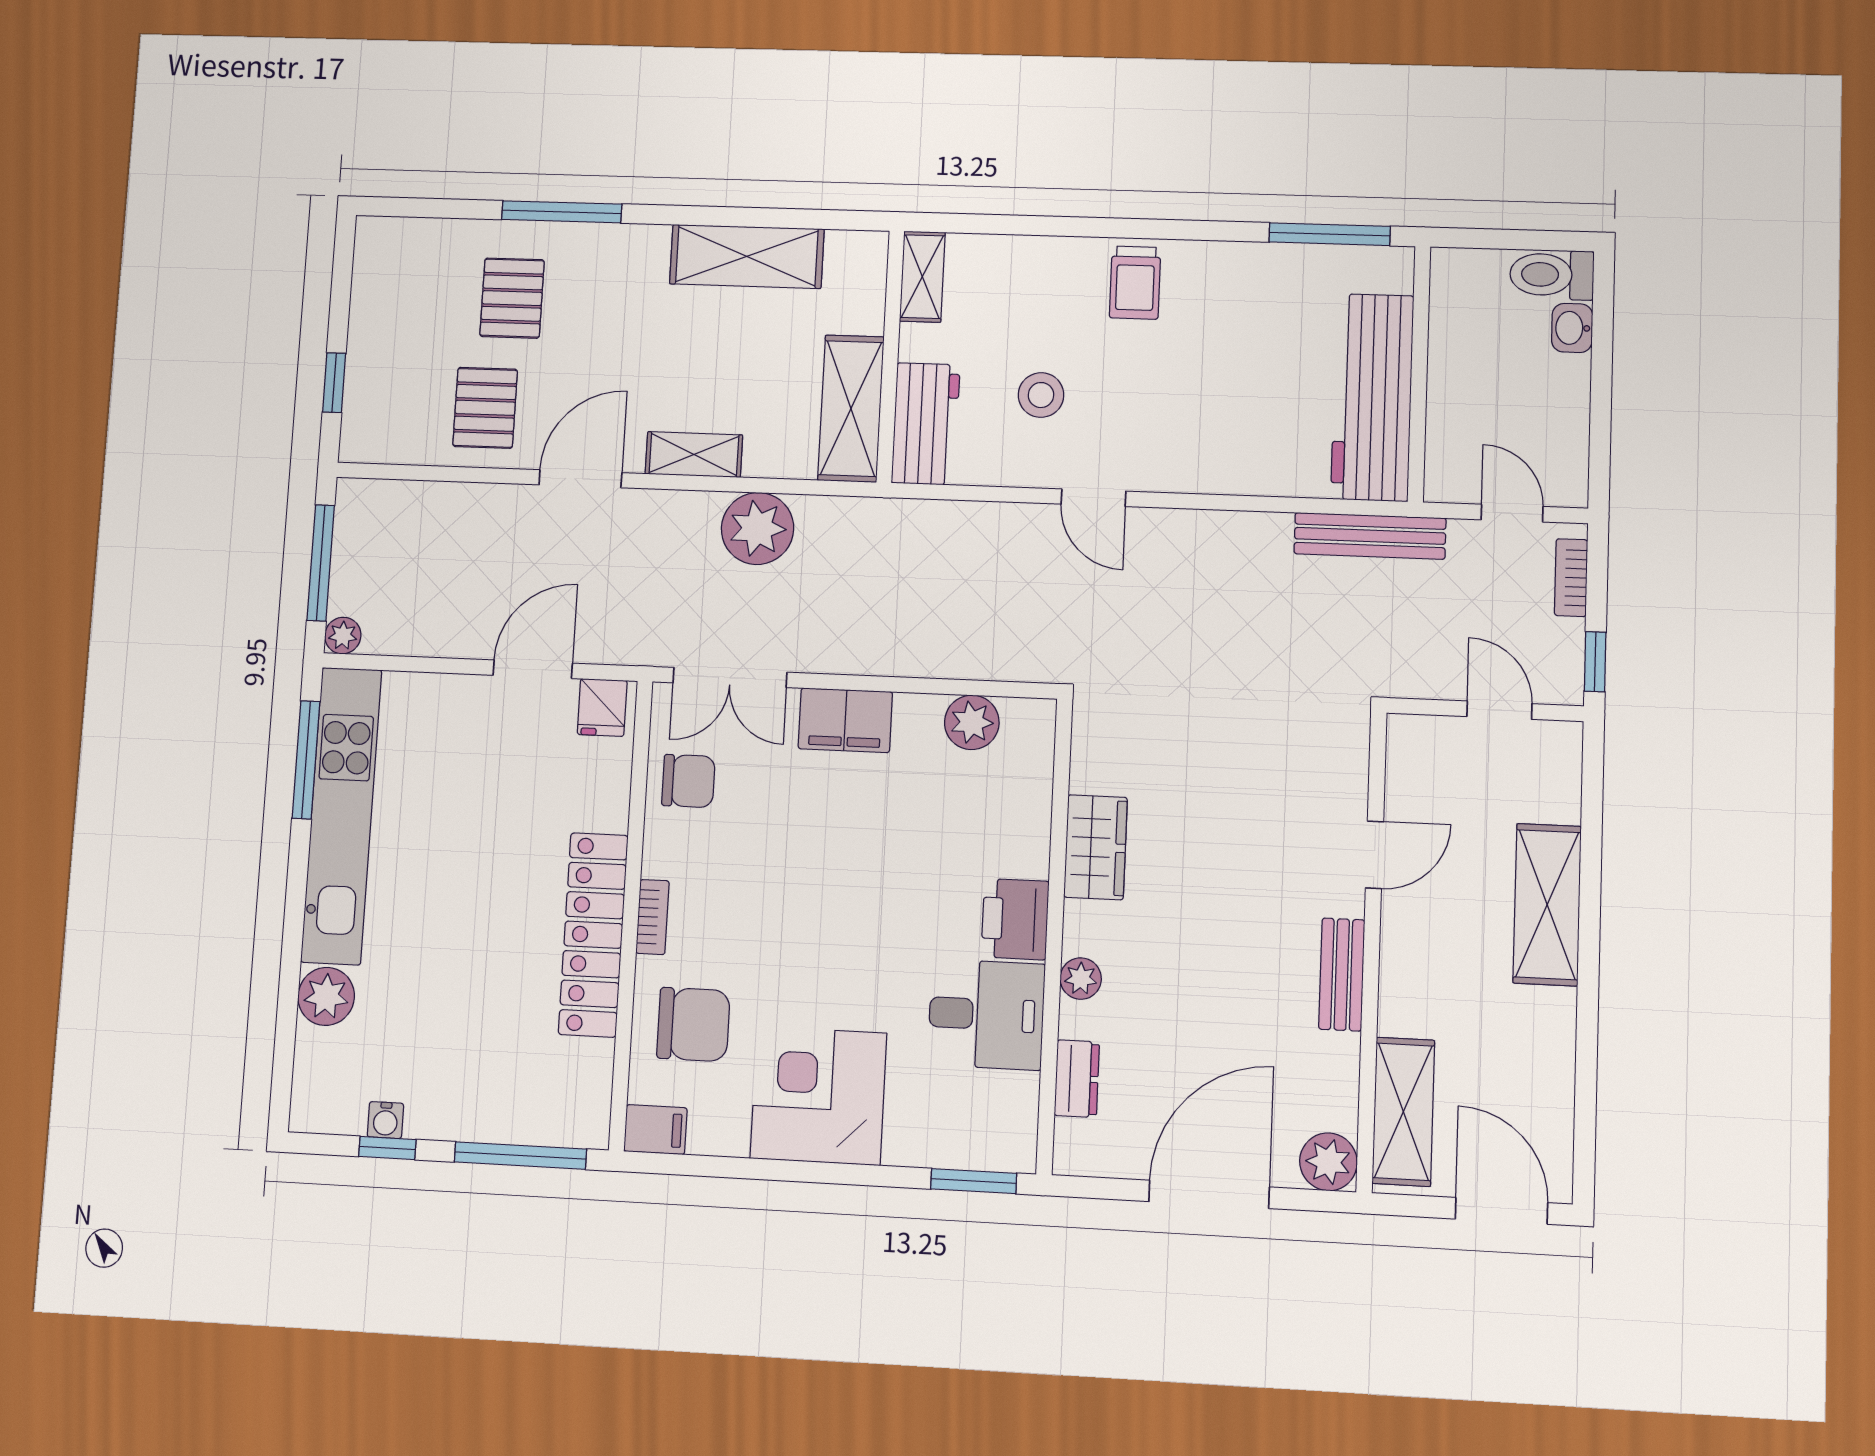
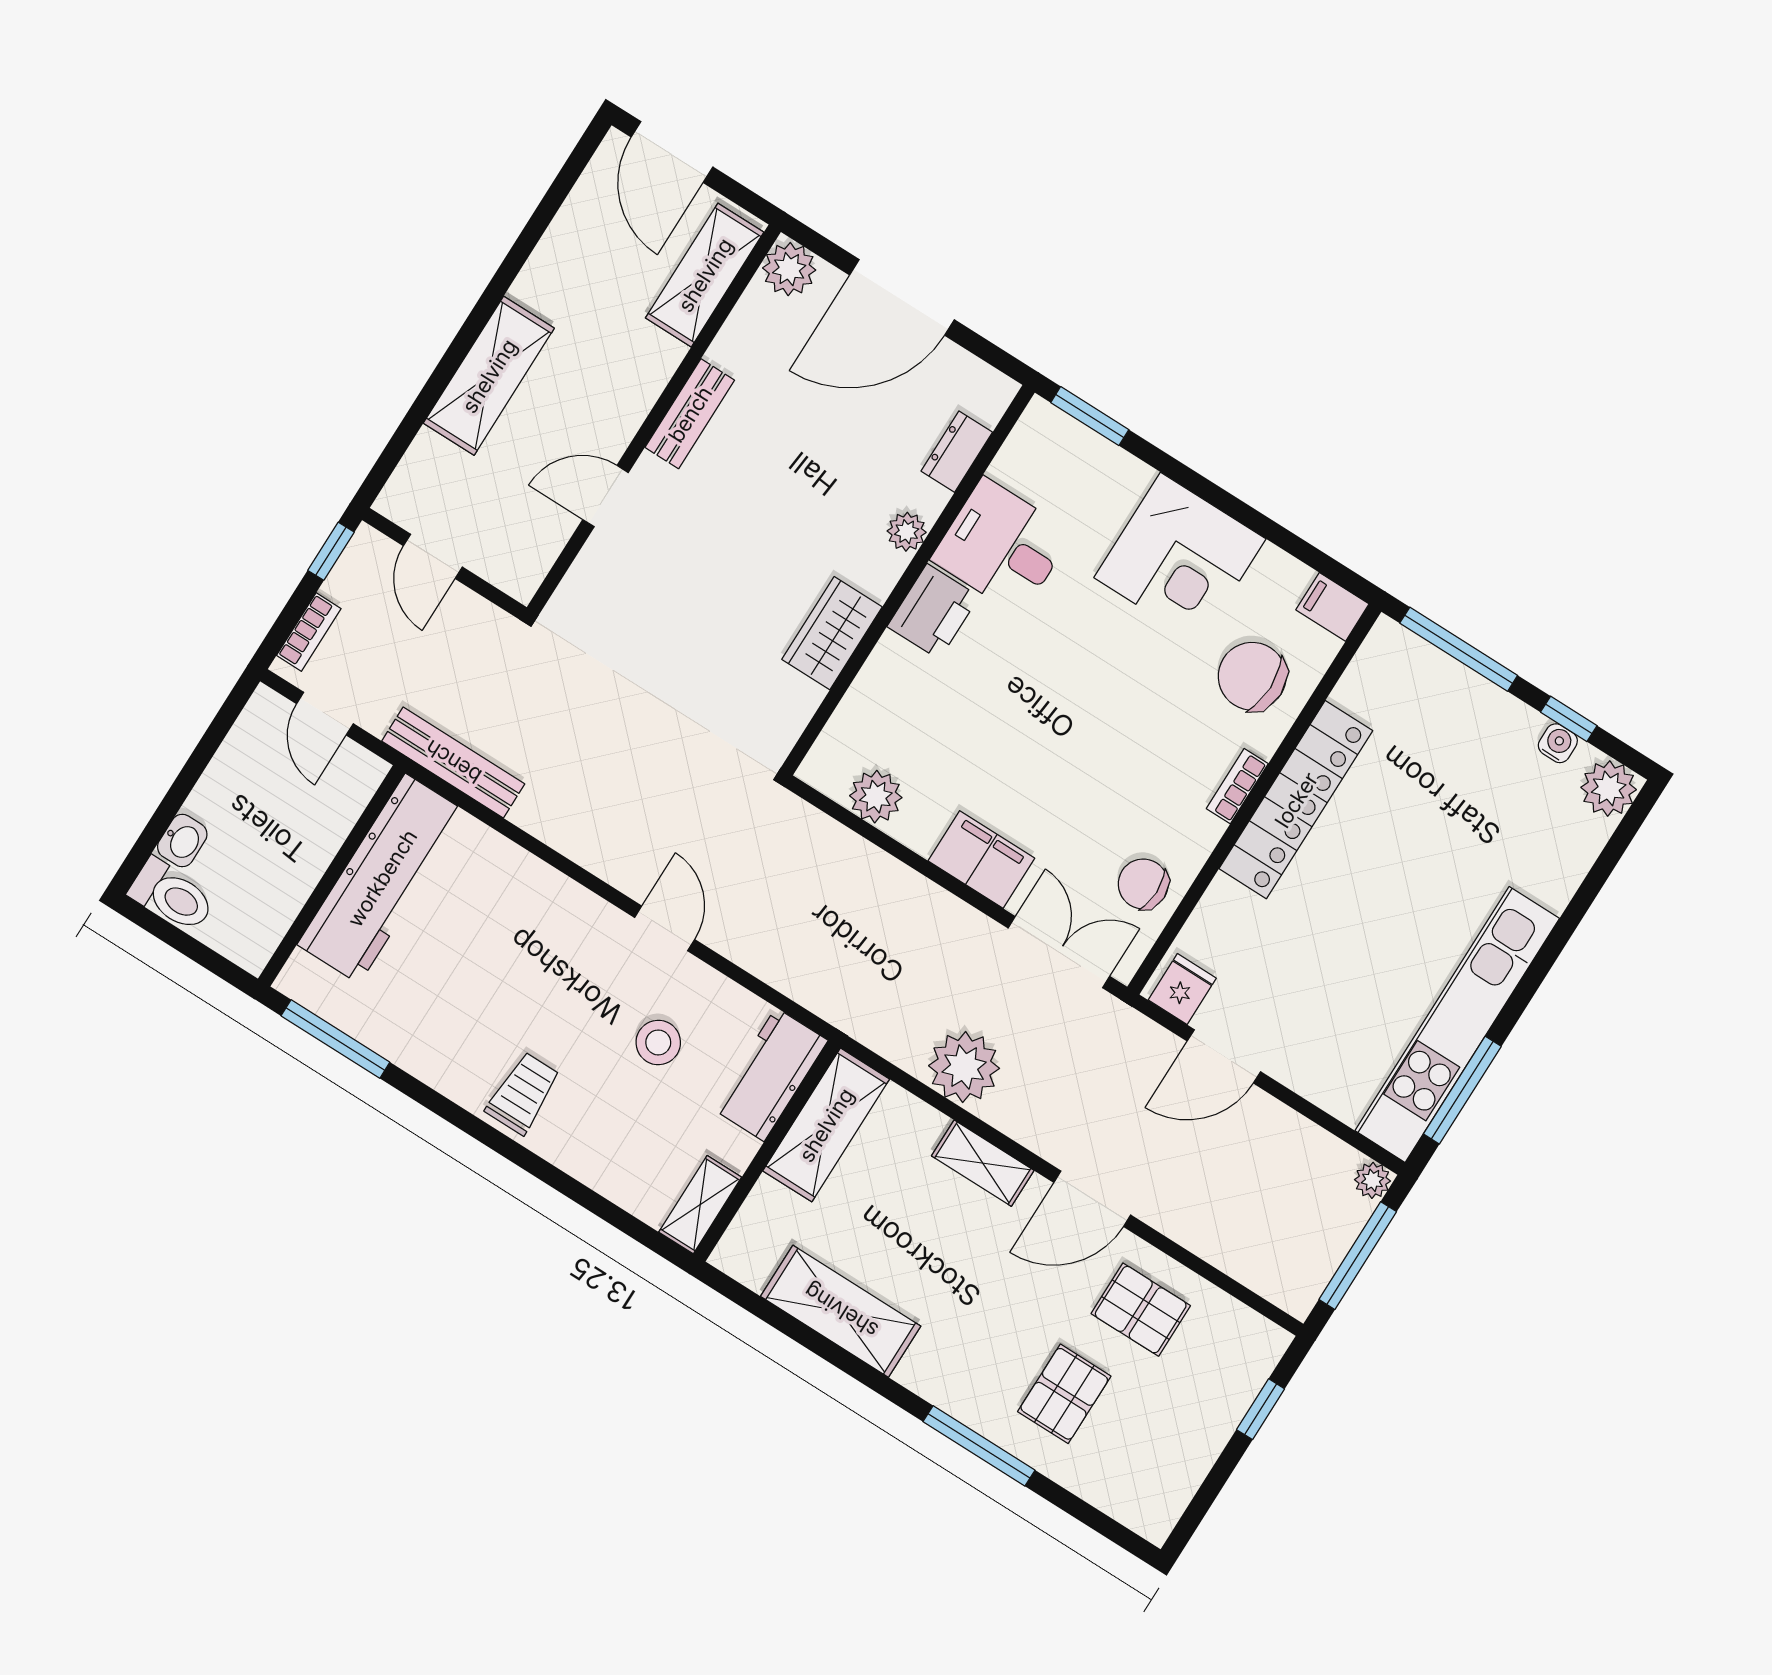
pallet: (485, 408) -> (1141, 1310), turned 90
plant: (326, 996) -> (1609, 788), moved

